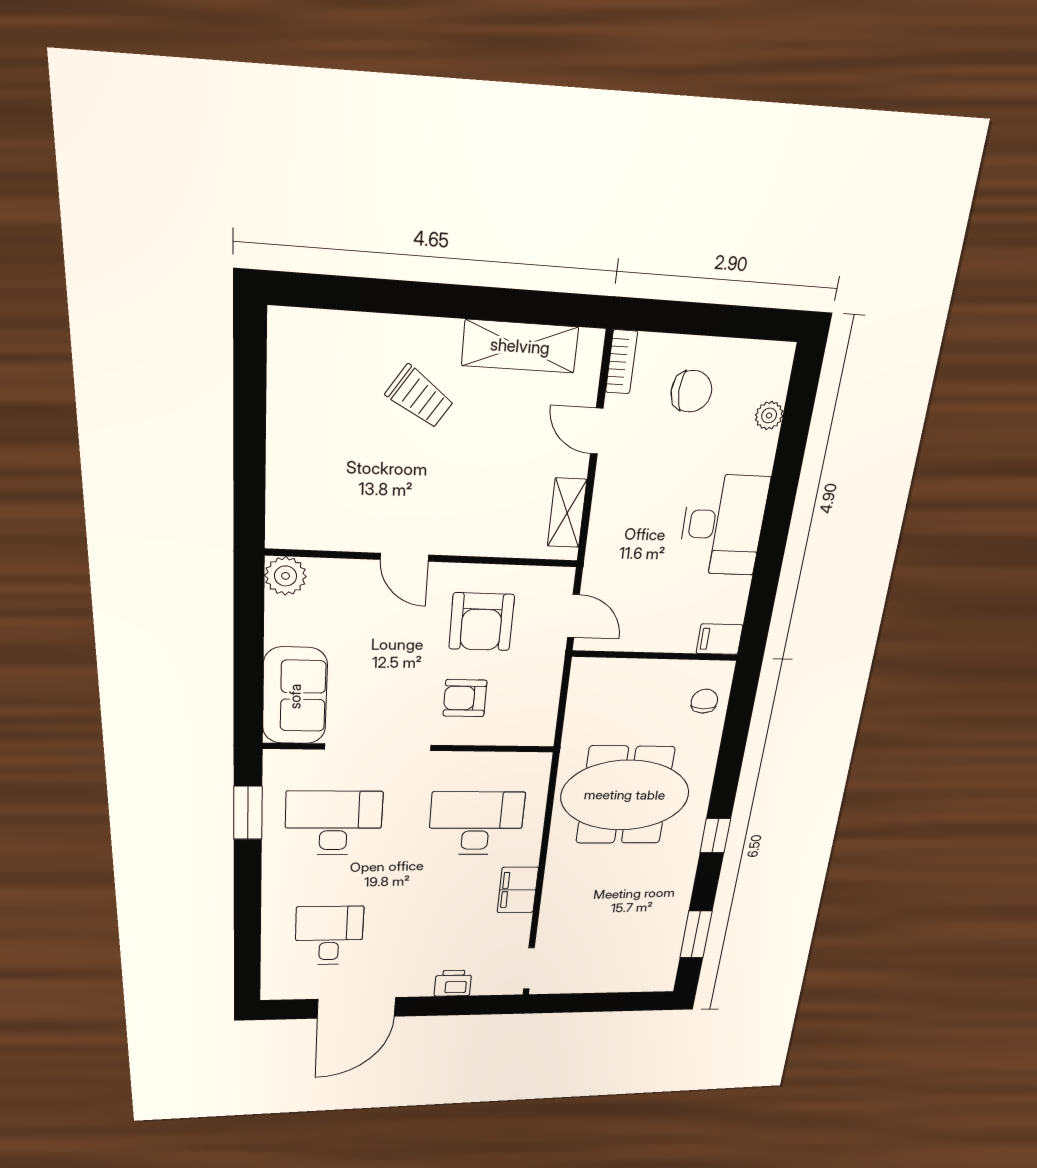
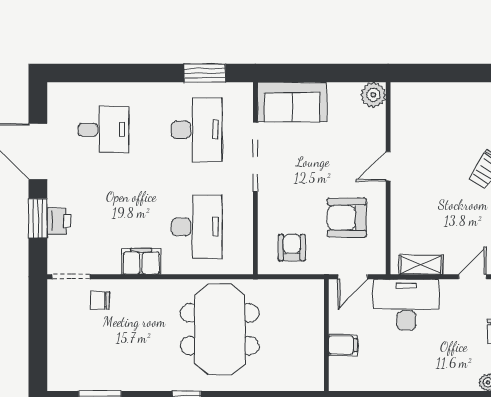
desk: (723, 525) -> (406, 305), moved, turned 180
filing cabinet: (720, 639) -> (343, 345), moved, turned 90
armchair: (465, 698) -> (292, 248), moved
chair: (704, 701) -> (100, 301), moved, turned 180
window: (447, 1006) -> (38, 218), added

